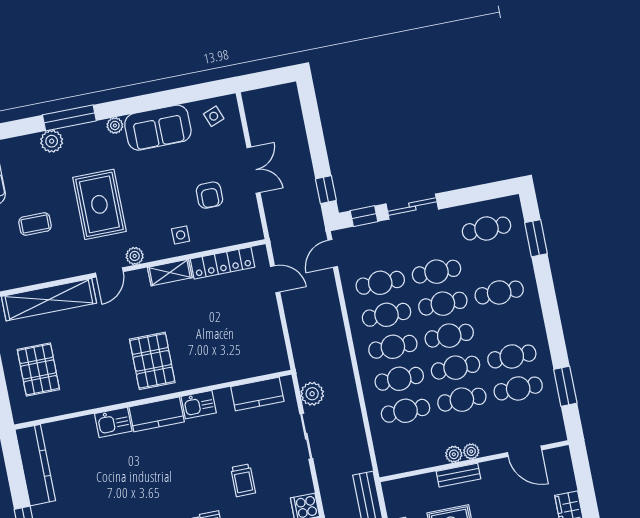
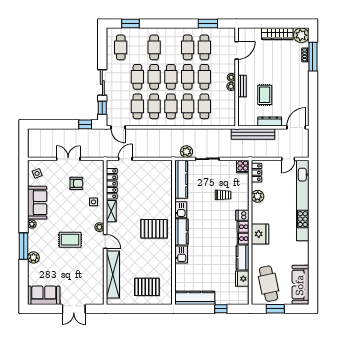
rug: (99, 204) -> (70, 240), width x0.73, depth x0.70
coffee table: (35, 224) -> (73, 274), removed
kitchen counter: (257, 394) -> (181, 179), width x1.50

